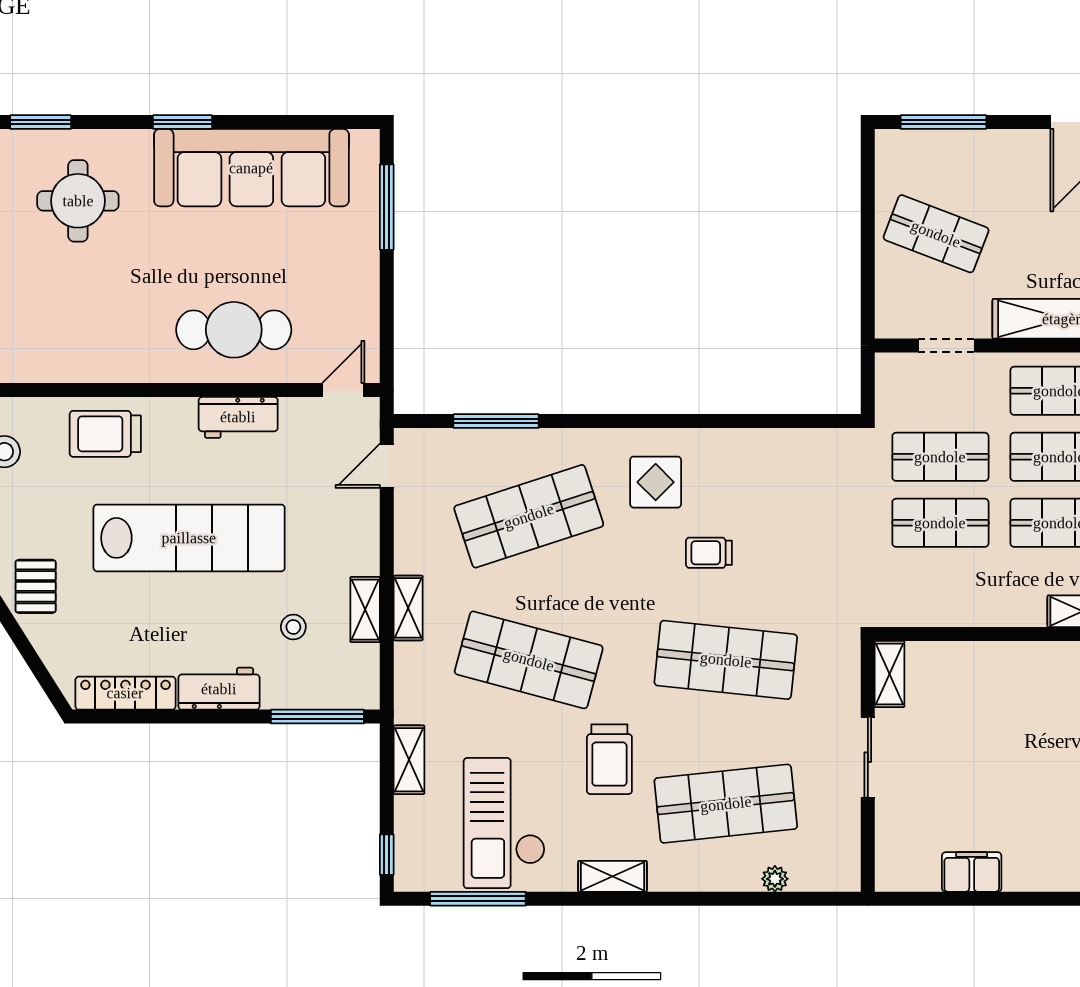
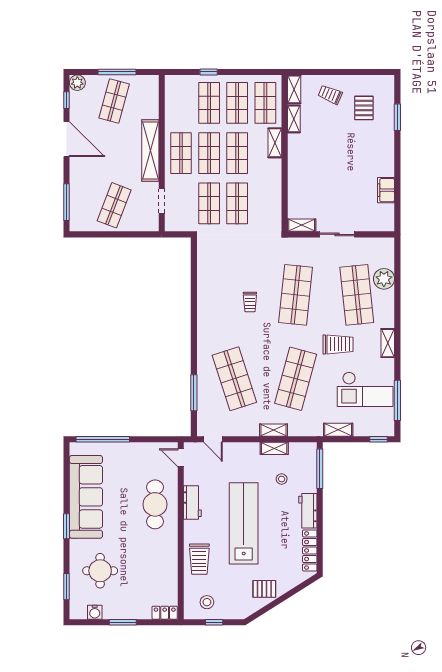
window: (387, 207) -> (103, 439), width x1.46
display table: (656, 482) -> (220, 325), removed
plant: (775, 879) -> (384, 279), width x1.88, depth x1.88

